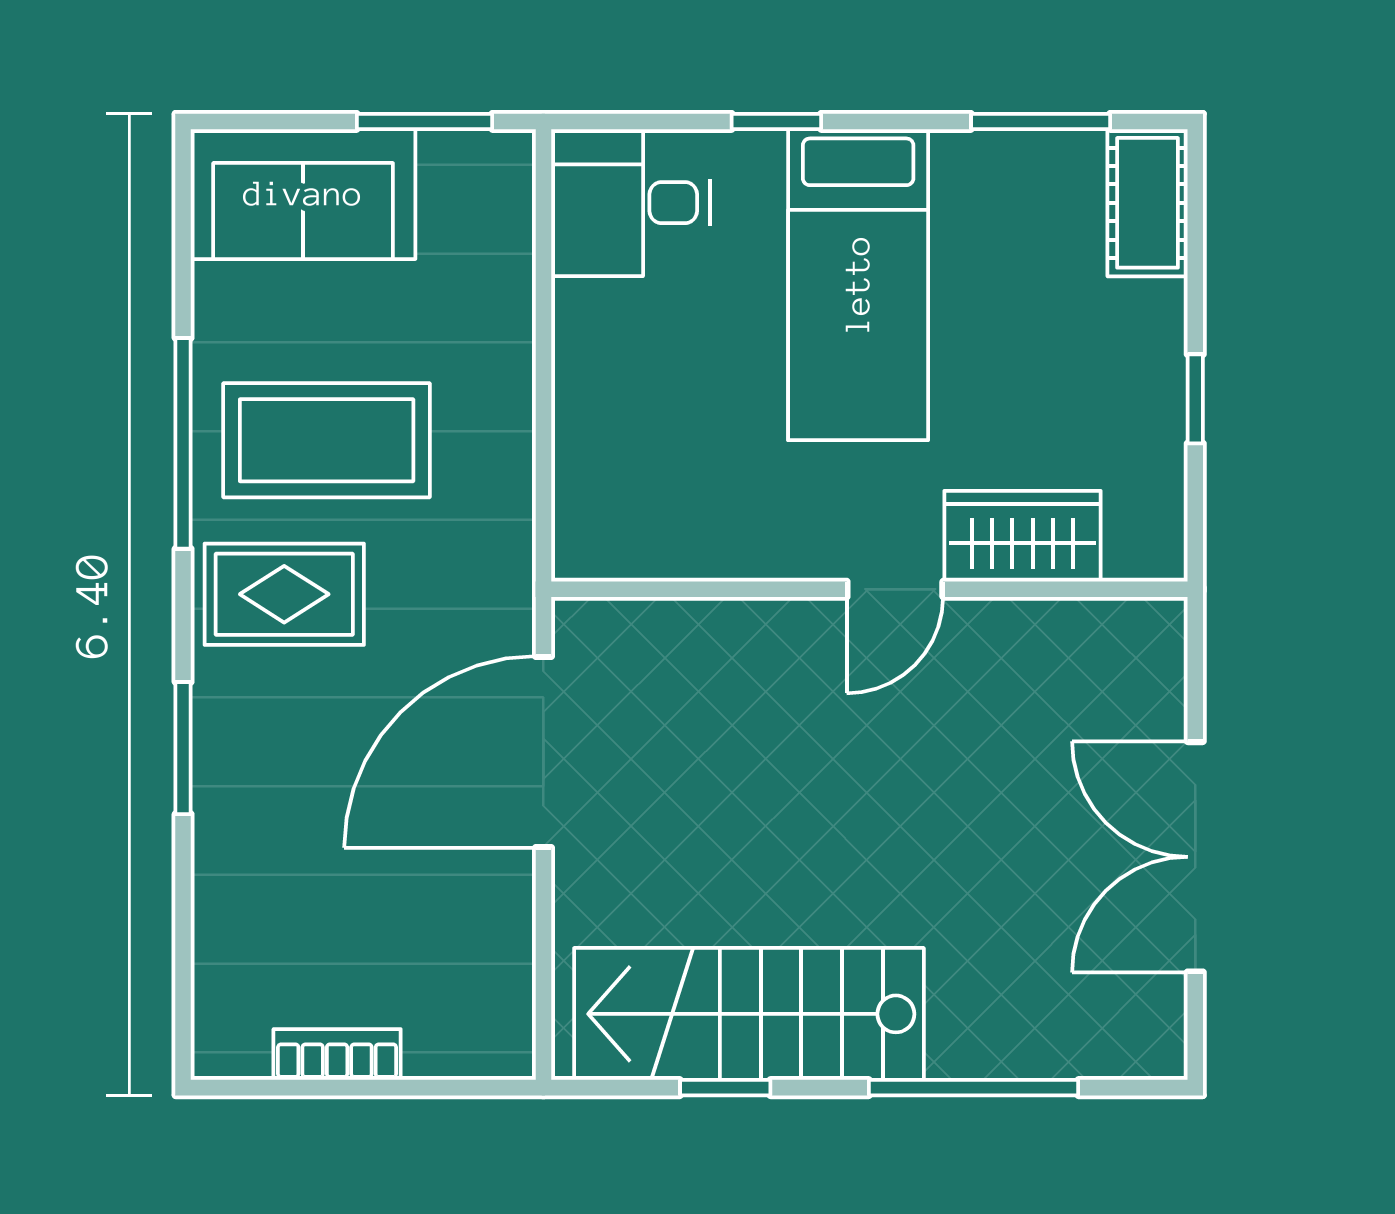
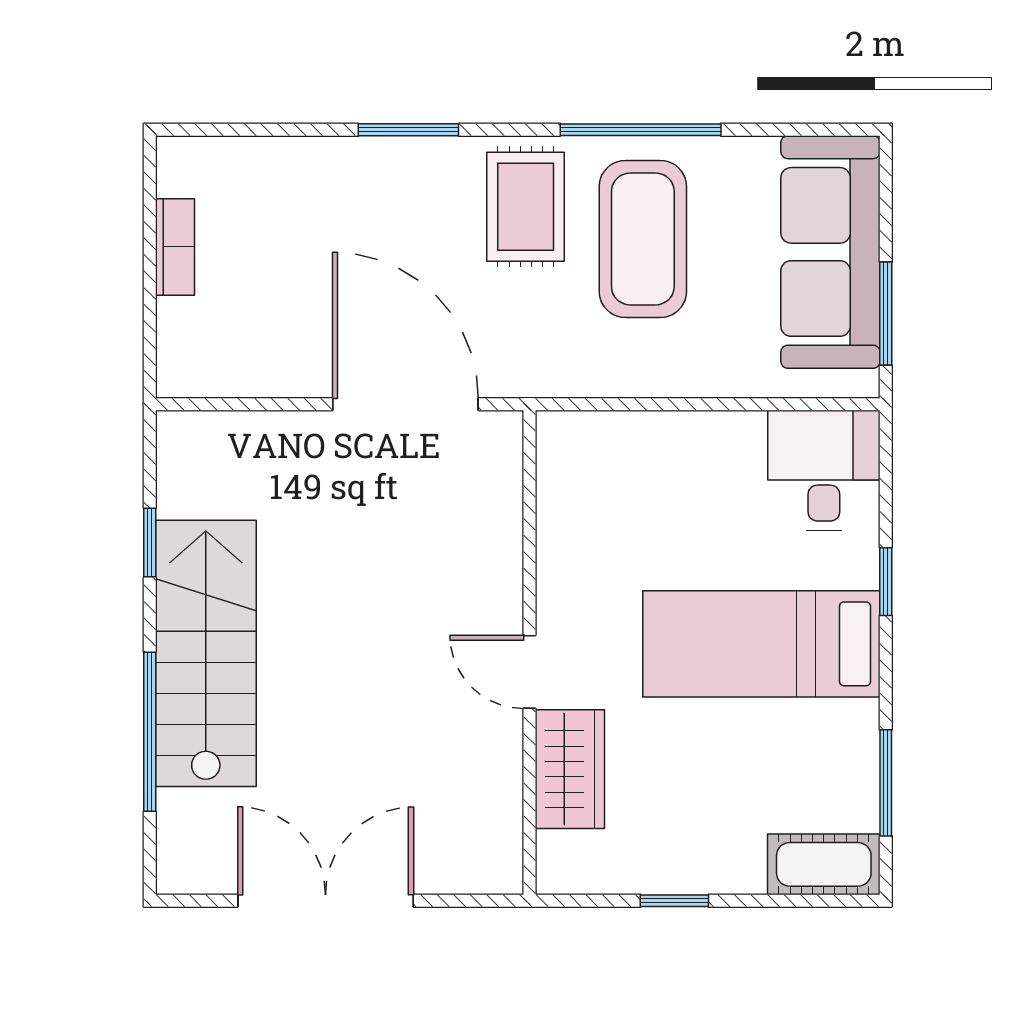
sofa: (303, 194) -> (830, 252), width x1.36
stairs: (749, 1014) -> (206, 653), moved

